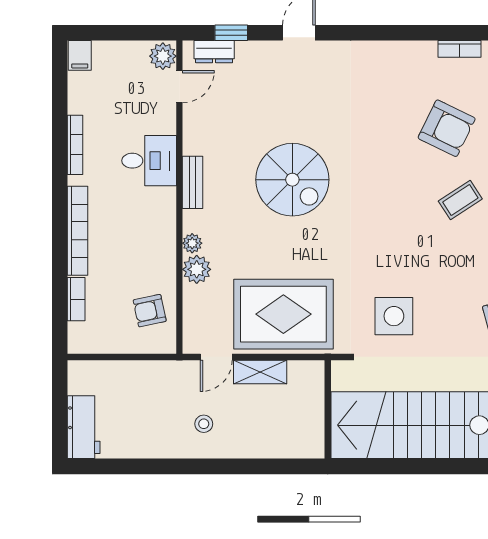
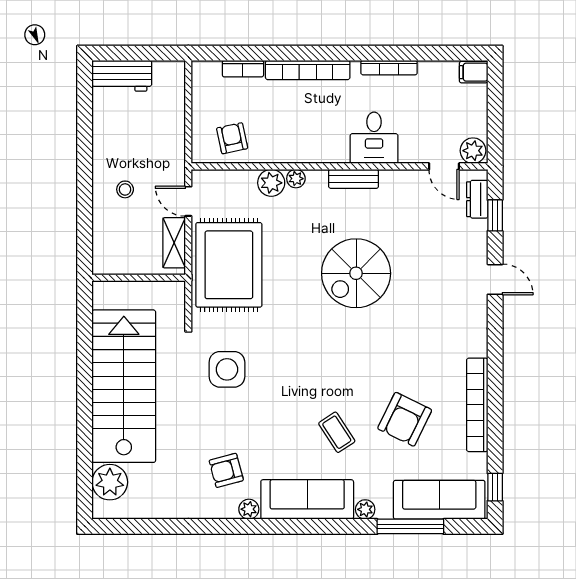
bookcase: (459, 49) -> (477, 405), width x2.31, depth x1.31
wall: (328, 409) -> (139, 278), moved

